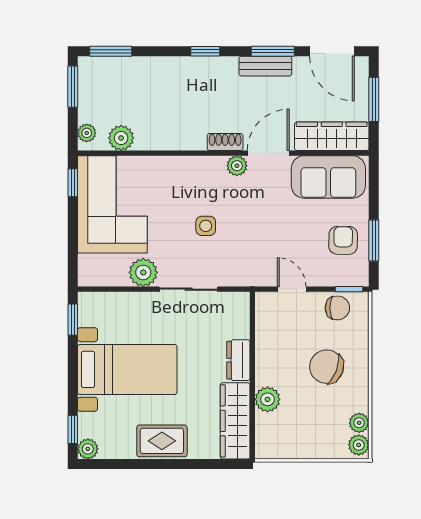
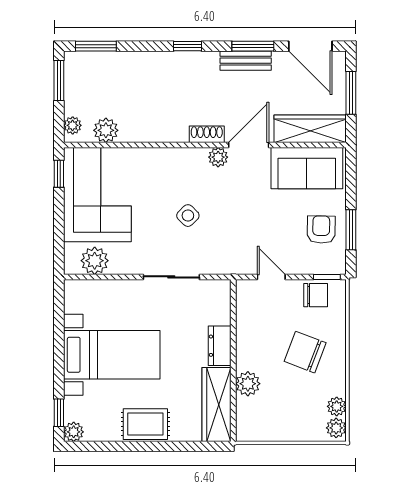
side table: (206, 226) -> (188, 216), turned 45
plant: (143, 272) -> (95, 261), moved
window: (73, 320) -> (59, 306), removed

